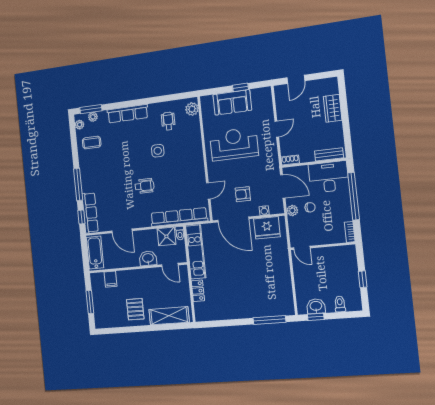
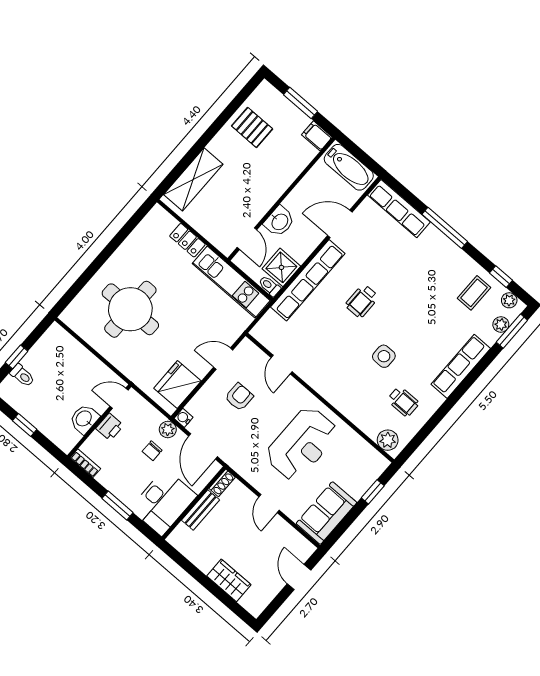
window: (240, 87) -> (373, 492), moved
sofa: (232, 102) -> (326, 513), moved
bench: (329, 154) -> (200, 510), moved
door: (283, 186) -> (203, 446), hinge flipped
window: (354, 196) -> (118, 505), width x0.47
water cooler: (264, 211) -> (184, 418), moved
window: (81, 217) -> (501, 277), moved
row of seats: (179, 217) -> (308, 280), moved
door: (233, 220) -> (223, 359), width x0.53
printer: (320, 238) -> (110, 427), added
door: (170, 265) -> (247, 239), swing flipped
filing cabinet: (110, 279) -> (317, 136), moved
round table: (256, 285) -> (130, 309), added
washbasin: (316, 306) -> (84, 419), moved, turned 180
pallet: (135, 309) -> (252, 127), moved
window: (316, 317) -> (17, 357), moved
window: (269, 320) -> (79, 285), removed

